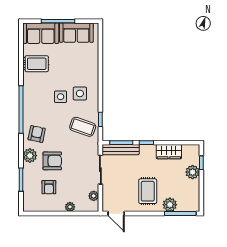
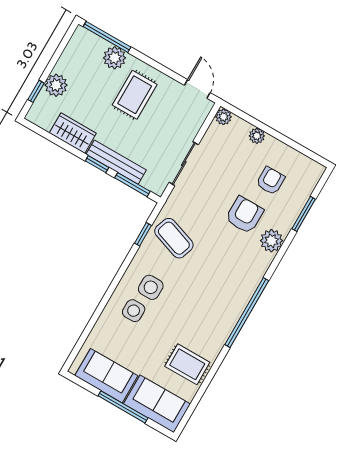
side table: (61, 97) -> (134, 311), moved
armchair: (37, 134) -> (244, 265), removed
bench: (121, 150) -> (116, 162), moved
armchair: (52, 161) -> (244, 215), turned 90
plant: (94, 196) -> (223, 117), moved

